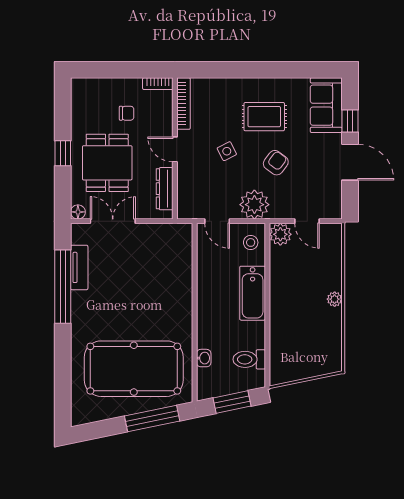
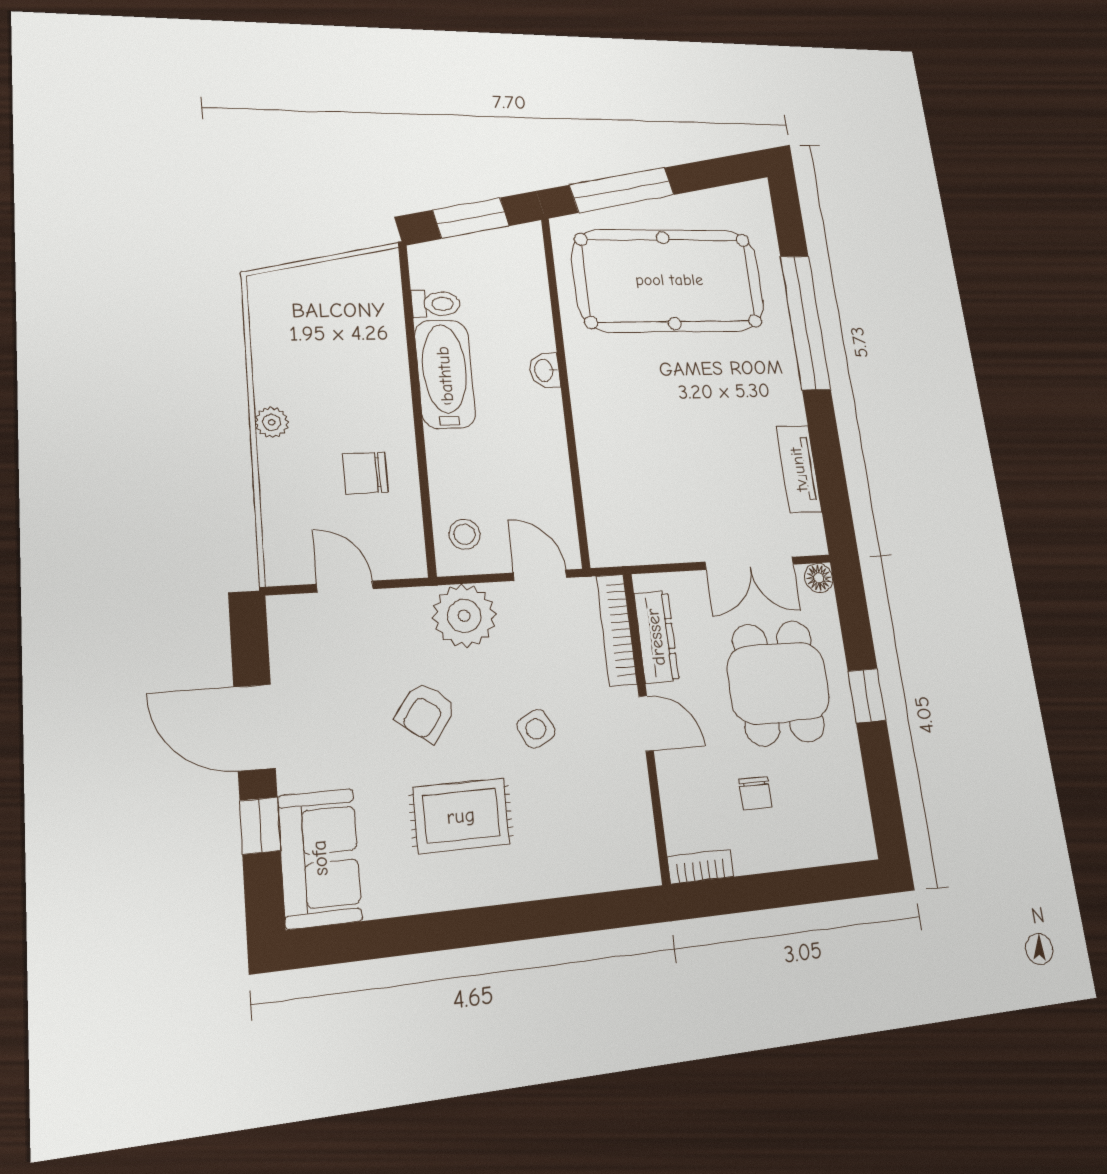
bookcase: (183, 104) -> (617, 630), moved
chair: (127, 113) -> (755, 793), turned -90
plant: (280, 234) -> (402, 555), removed
chair: (294, 274) -> (365, 473), added
window: (63, 287) -> (805, 322), moved
bathtub: (253, 293) -> (445, 374), moved
washbasin: (204, 358) -> (545, 370), moved
toilet: (249, 359) -> (436, 304), width x0.73, depth x0.72

